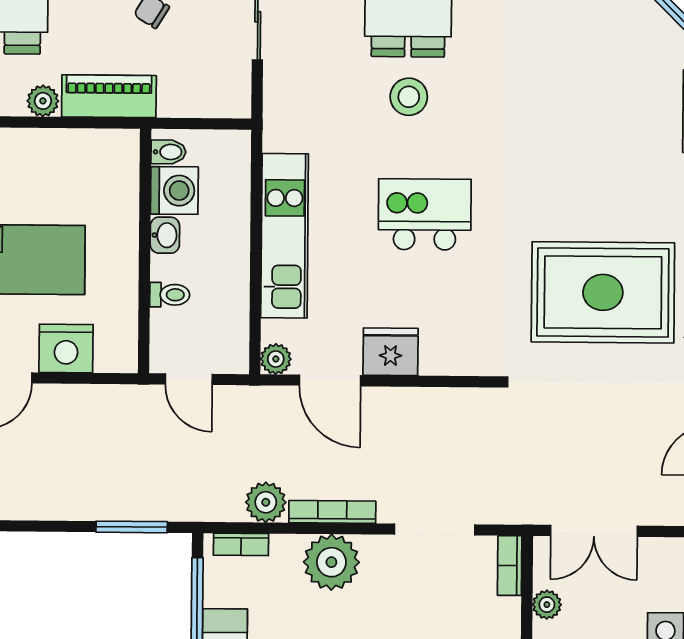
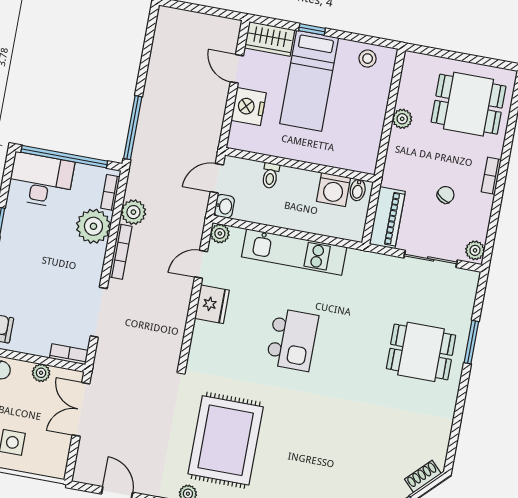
piano: (109, 96) -> (387, 218), moved
stool: (409, 97) -> (366, 343), removed
washbasin: (165, 235) -> (224, 206), moved, turned -90
door: (330, 380) -> (201, 264), width x0.73
window: (132, 527) -> (133, 128), width x1.44
plant: (331, 562) -> (93, 226), moved

